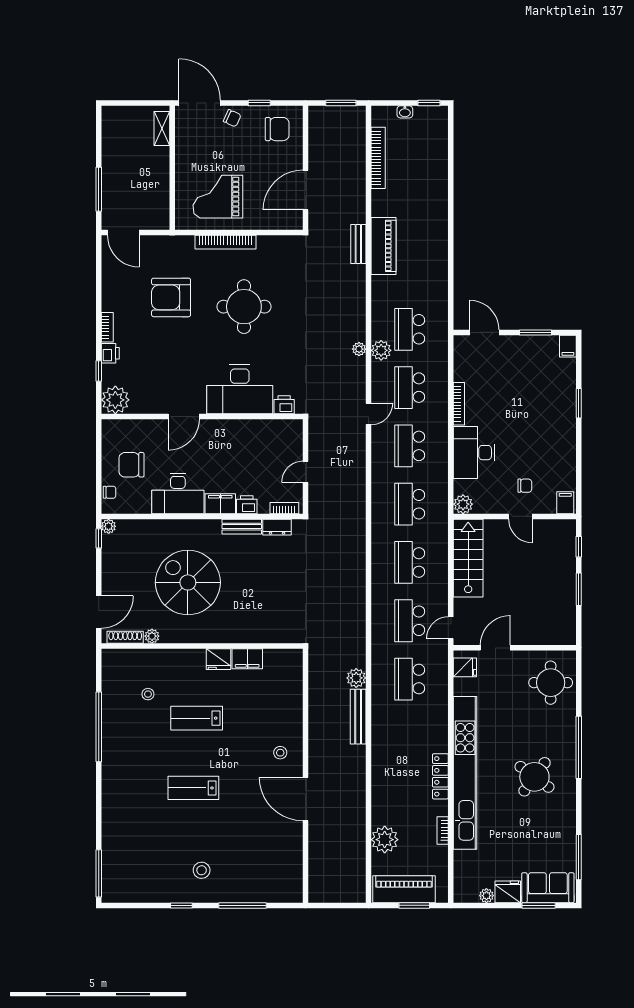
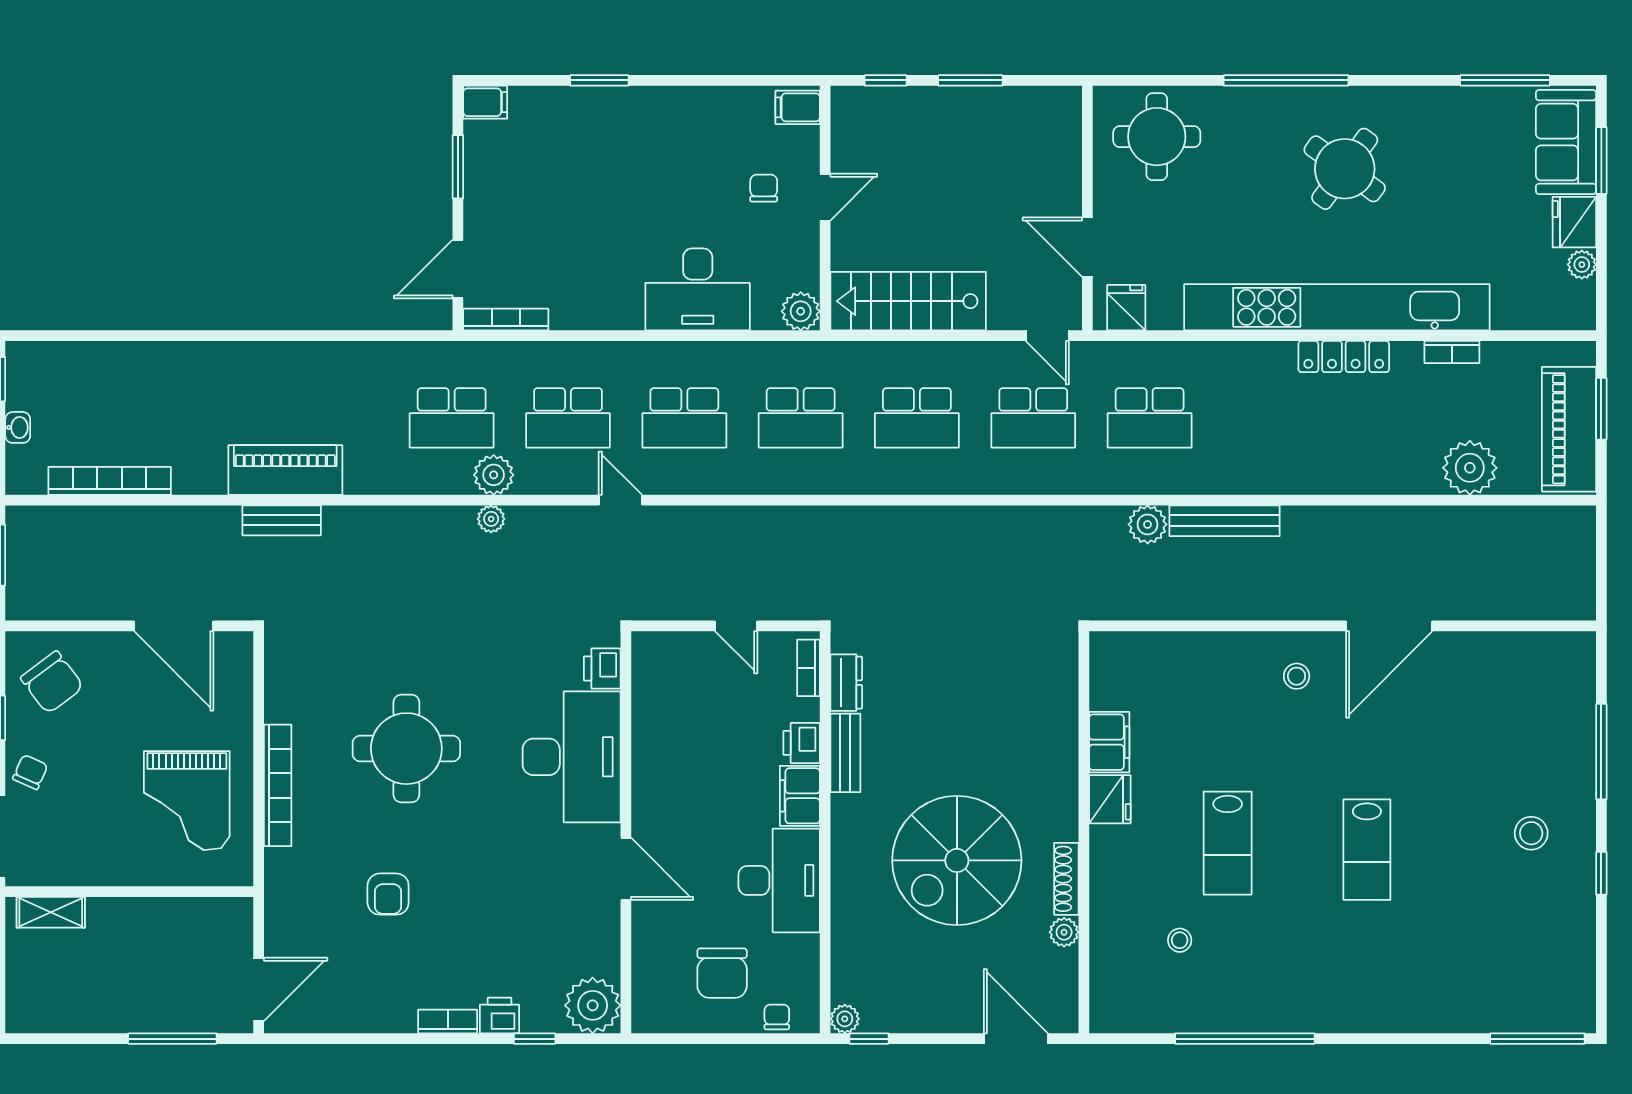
chair: (277, 129) -> (52, 682), turned 143
armchair: (171, 297) -> (388, 894), width x0.53, depth x0.53
bookcase: (459, 404) -> (506, 320), moved
shoe rack: (125, 637) -> (1066, 879), moved

